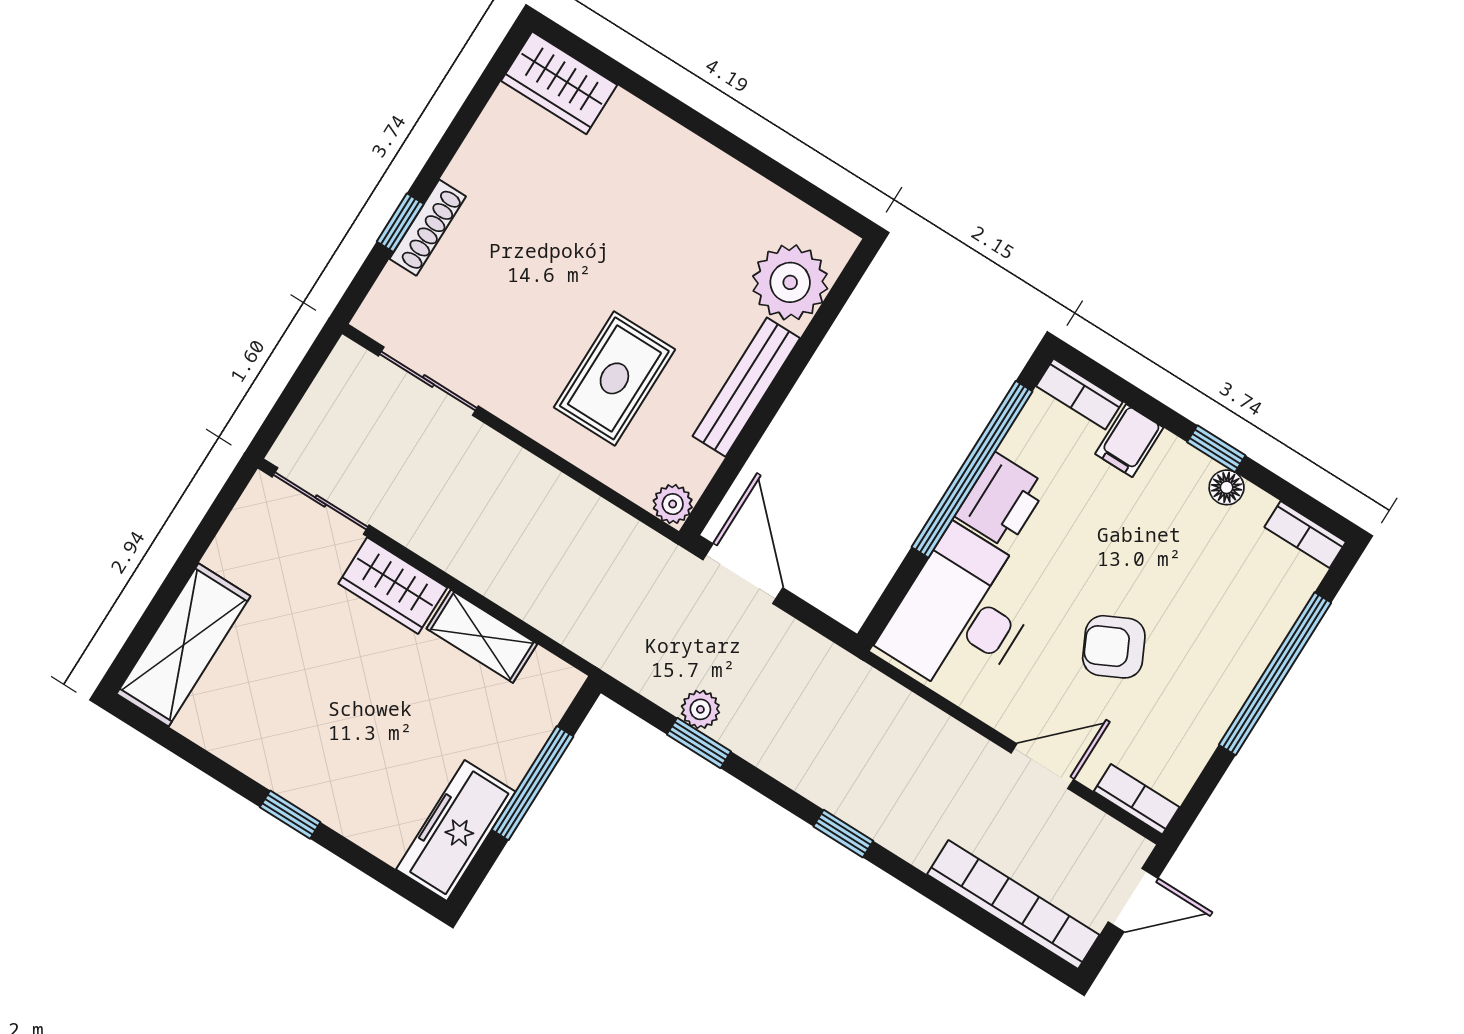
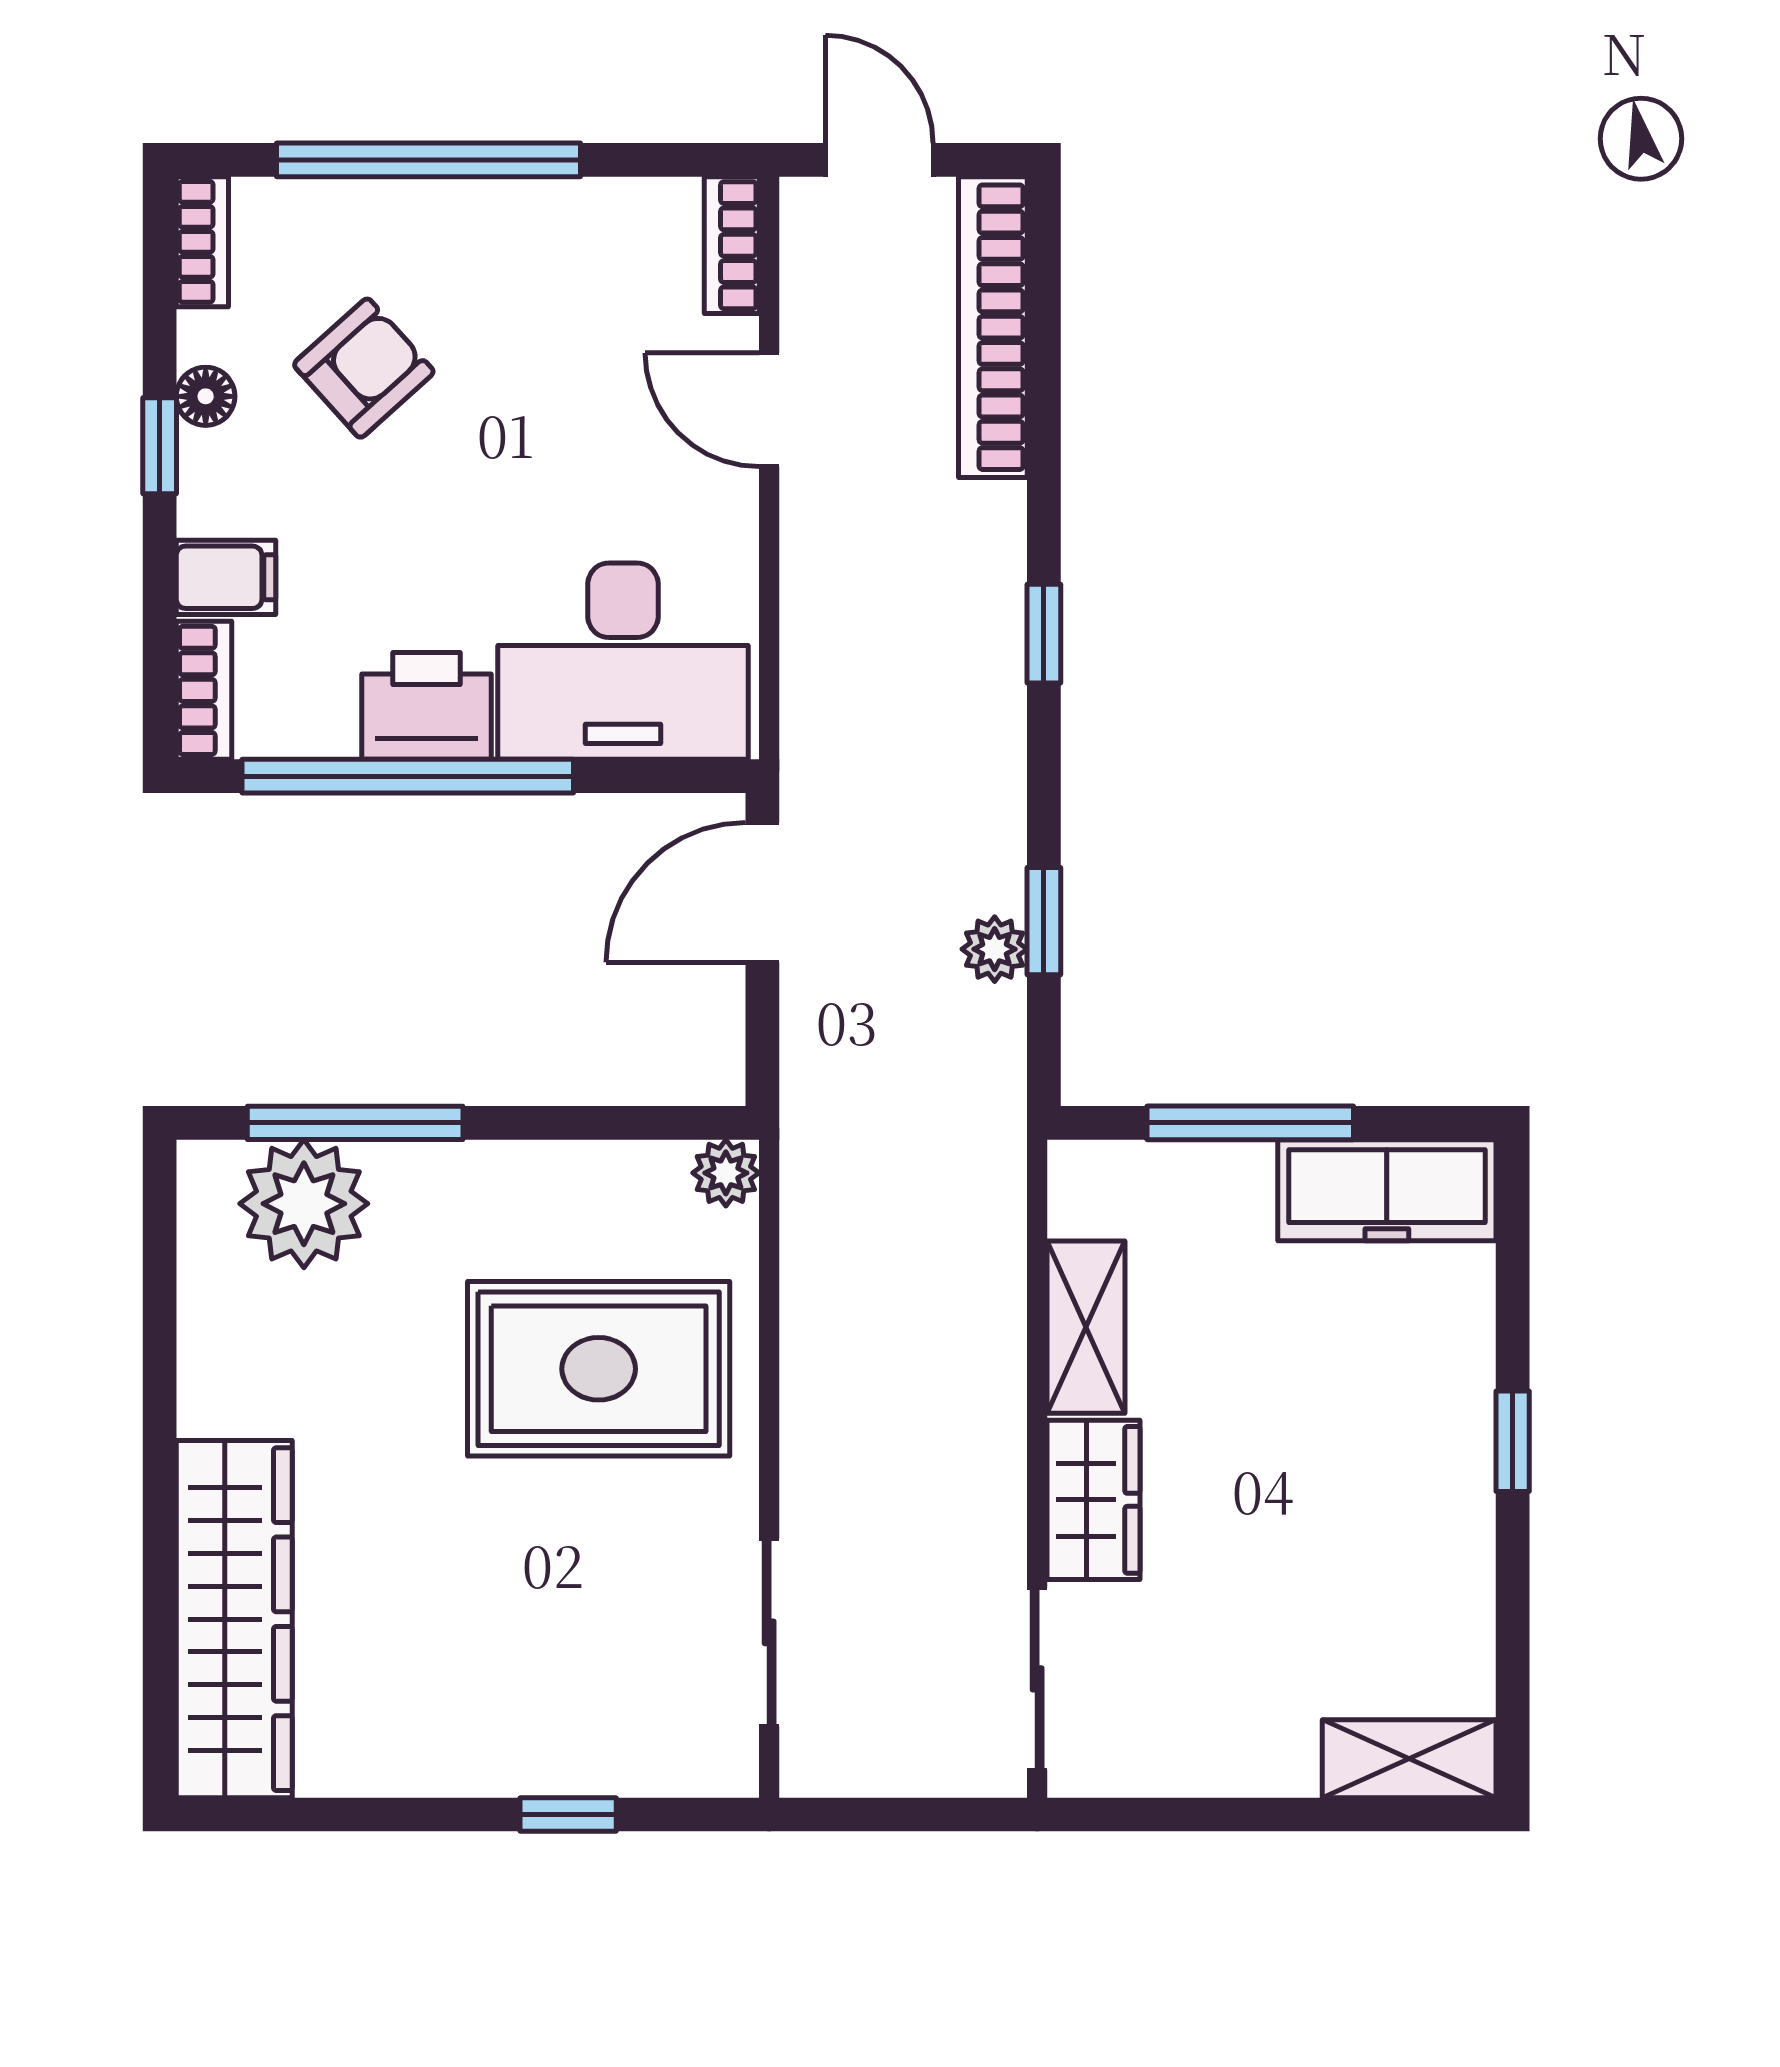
wardrobe: (559, 83) -> (234, 1619), width x2.10, depth x1.17
shoe rack: (428, 228) -> (550, 1771), removed
window: (815, 334) -> (355, 1123), added
rug: (614, 378) -> (599, 1369), width x1.36, depth x1.43
bench: (746, 387) -> (493, 1173), removed
door: (743, 574) -> (762, 893), moved
shelving: (183, 645) -> (1409, 1759), width x0.67, depth x0.75
armchair: (1114, 647) -> (364, 368), moved, turned -106

